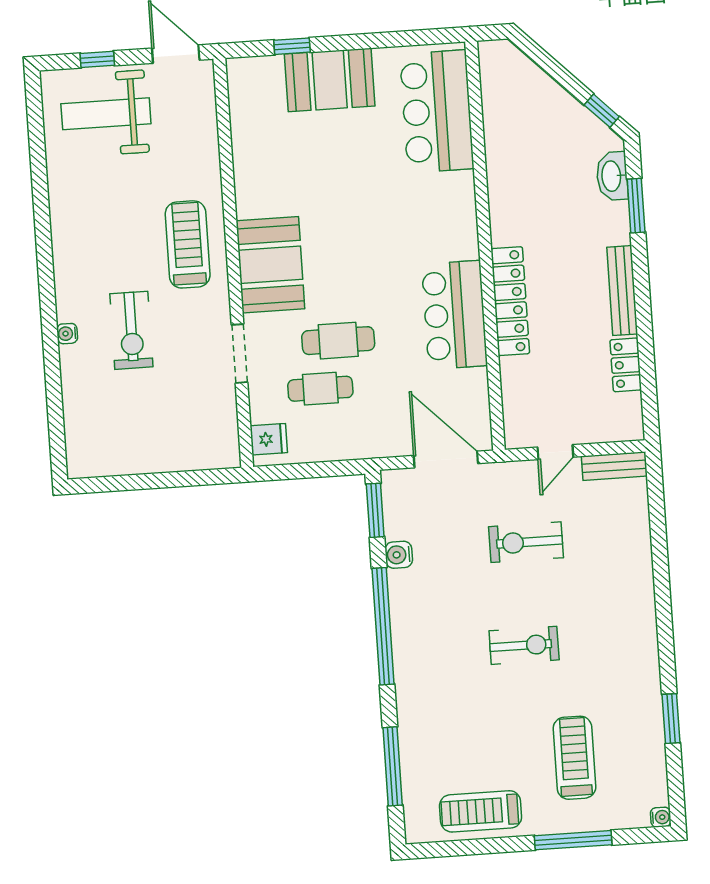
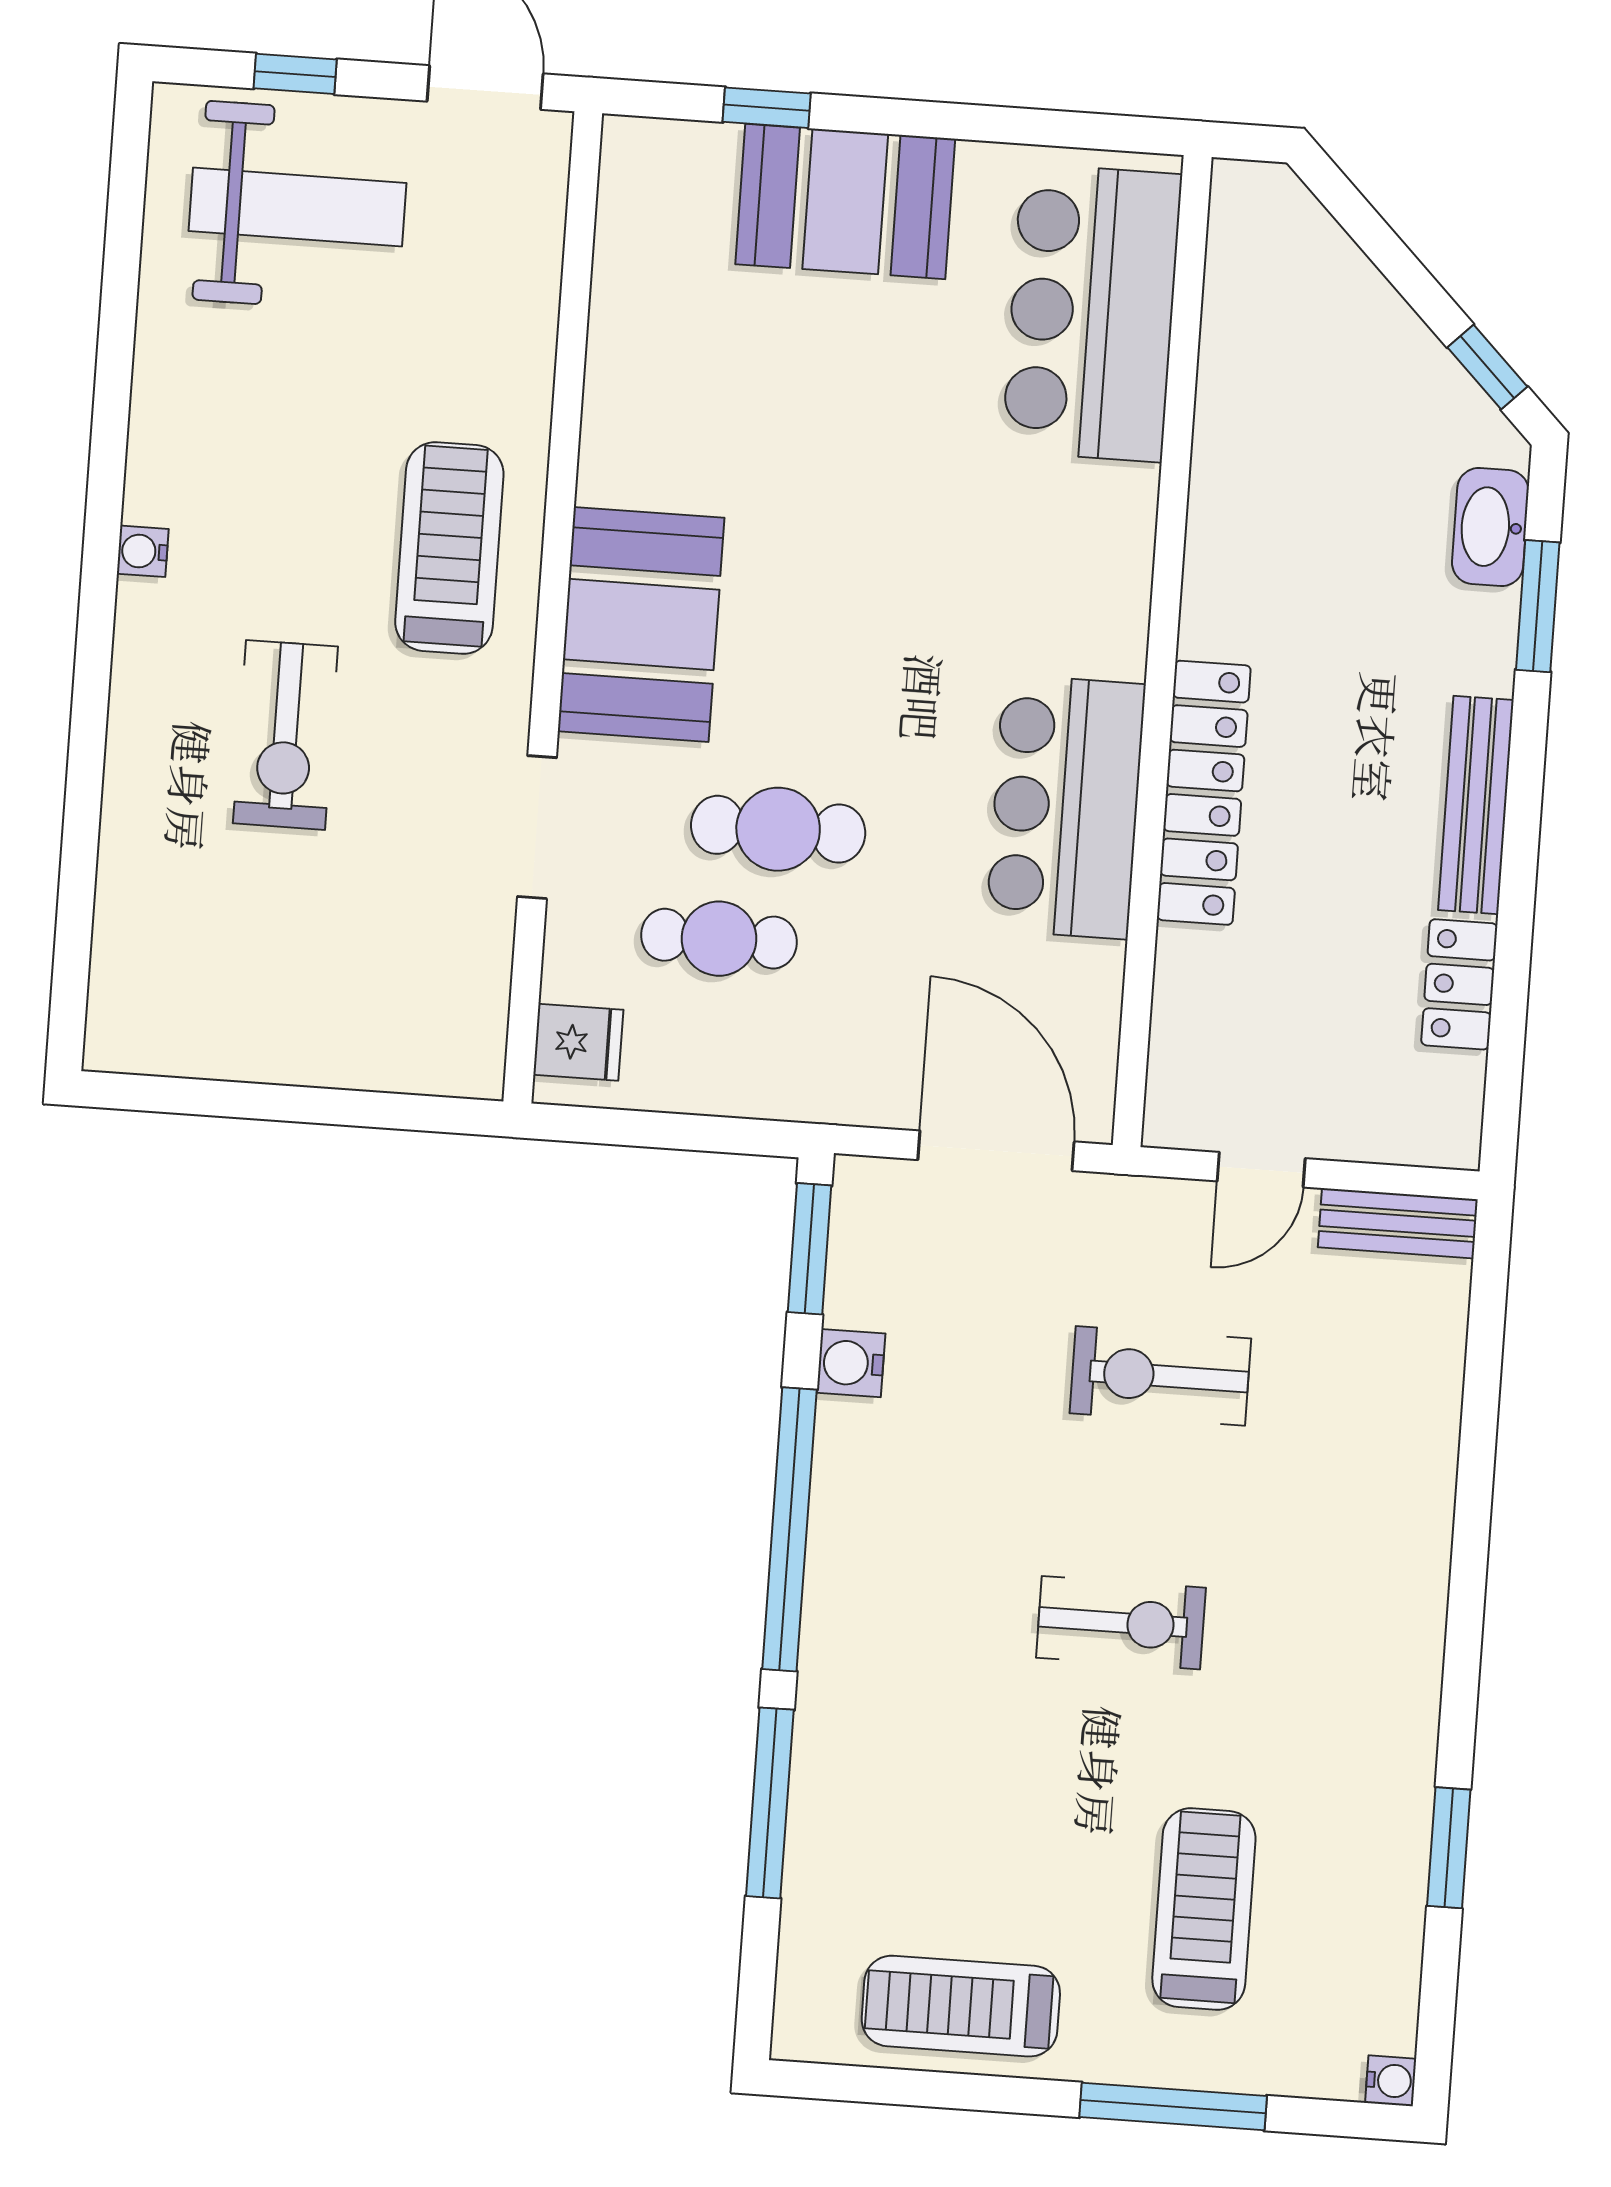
weight bench: (106, 114) -> (297, 207), turned 180
water cooler: (67, 334) -> (143, 551), moved
window: (393, 766) -> (770, 1803), moved

